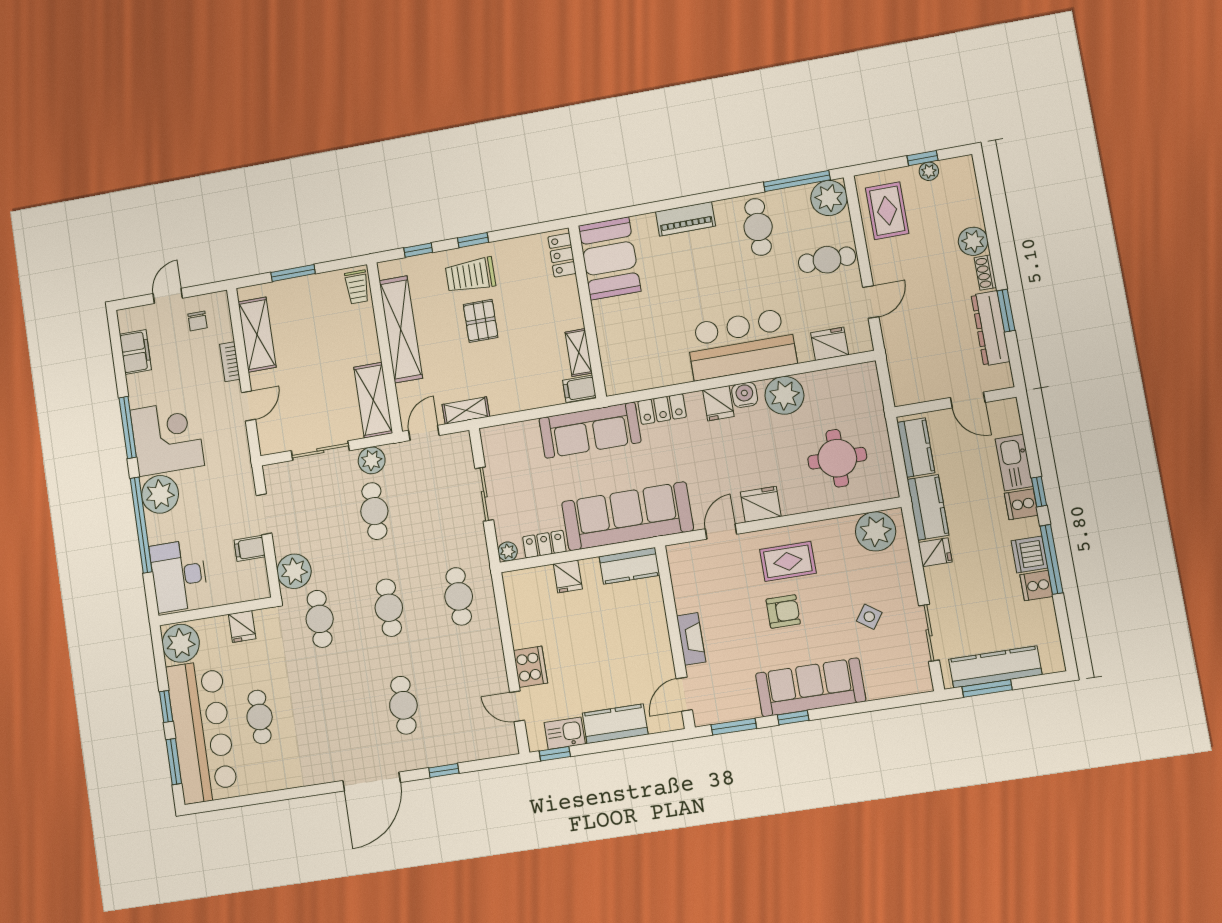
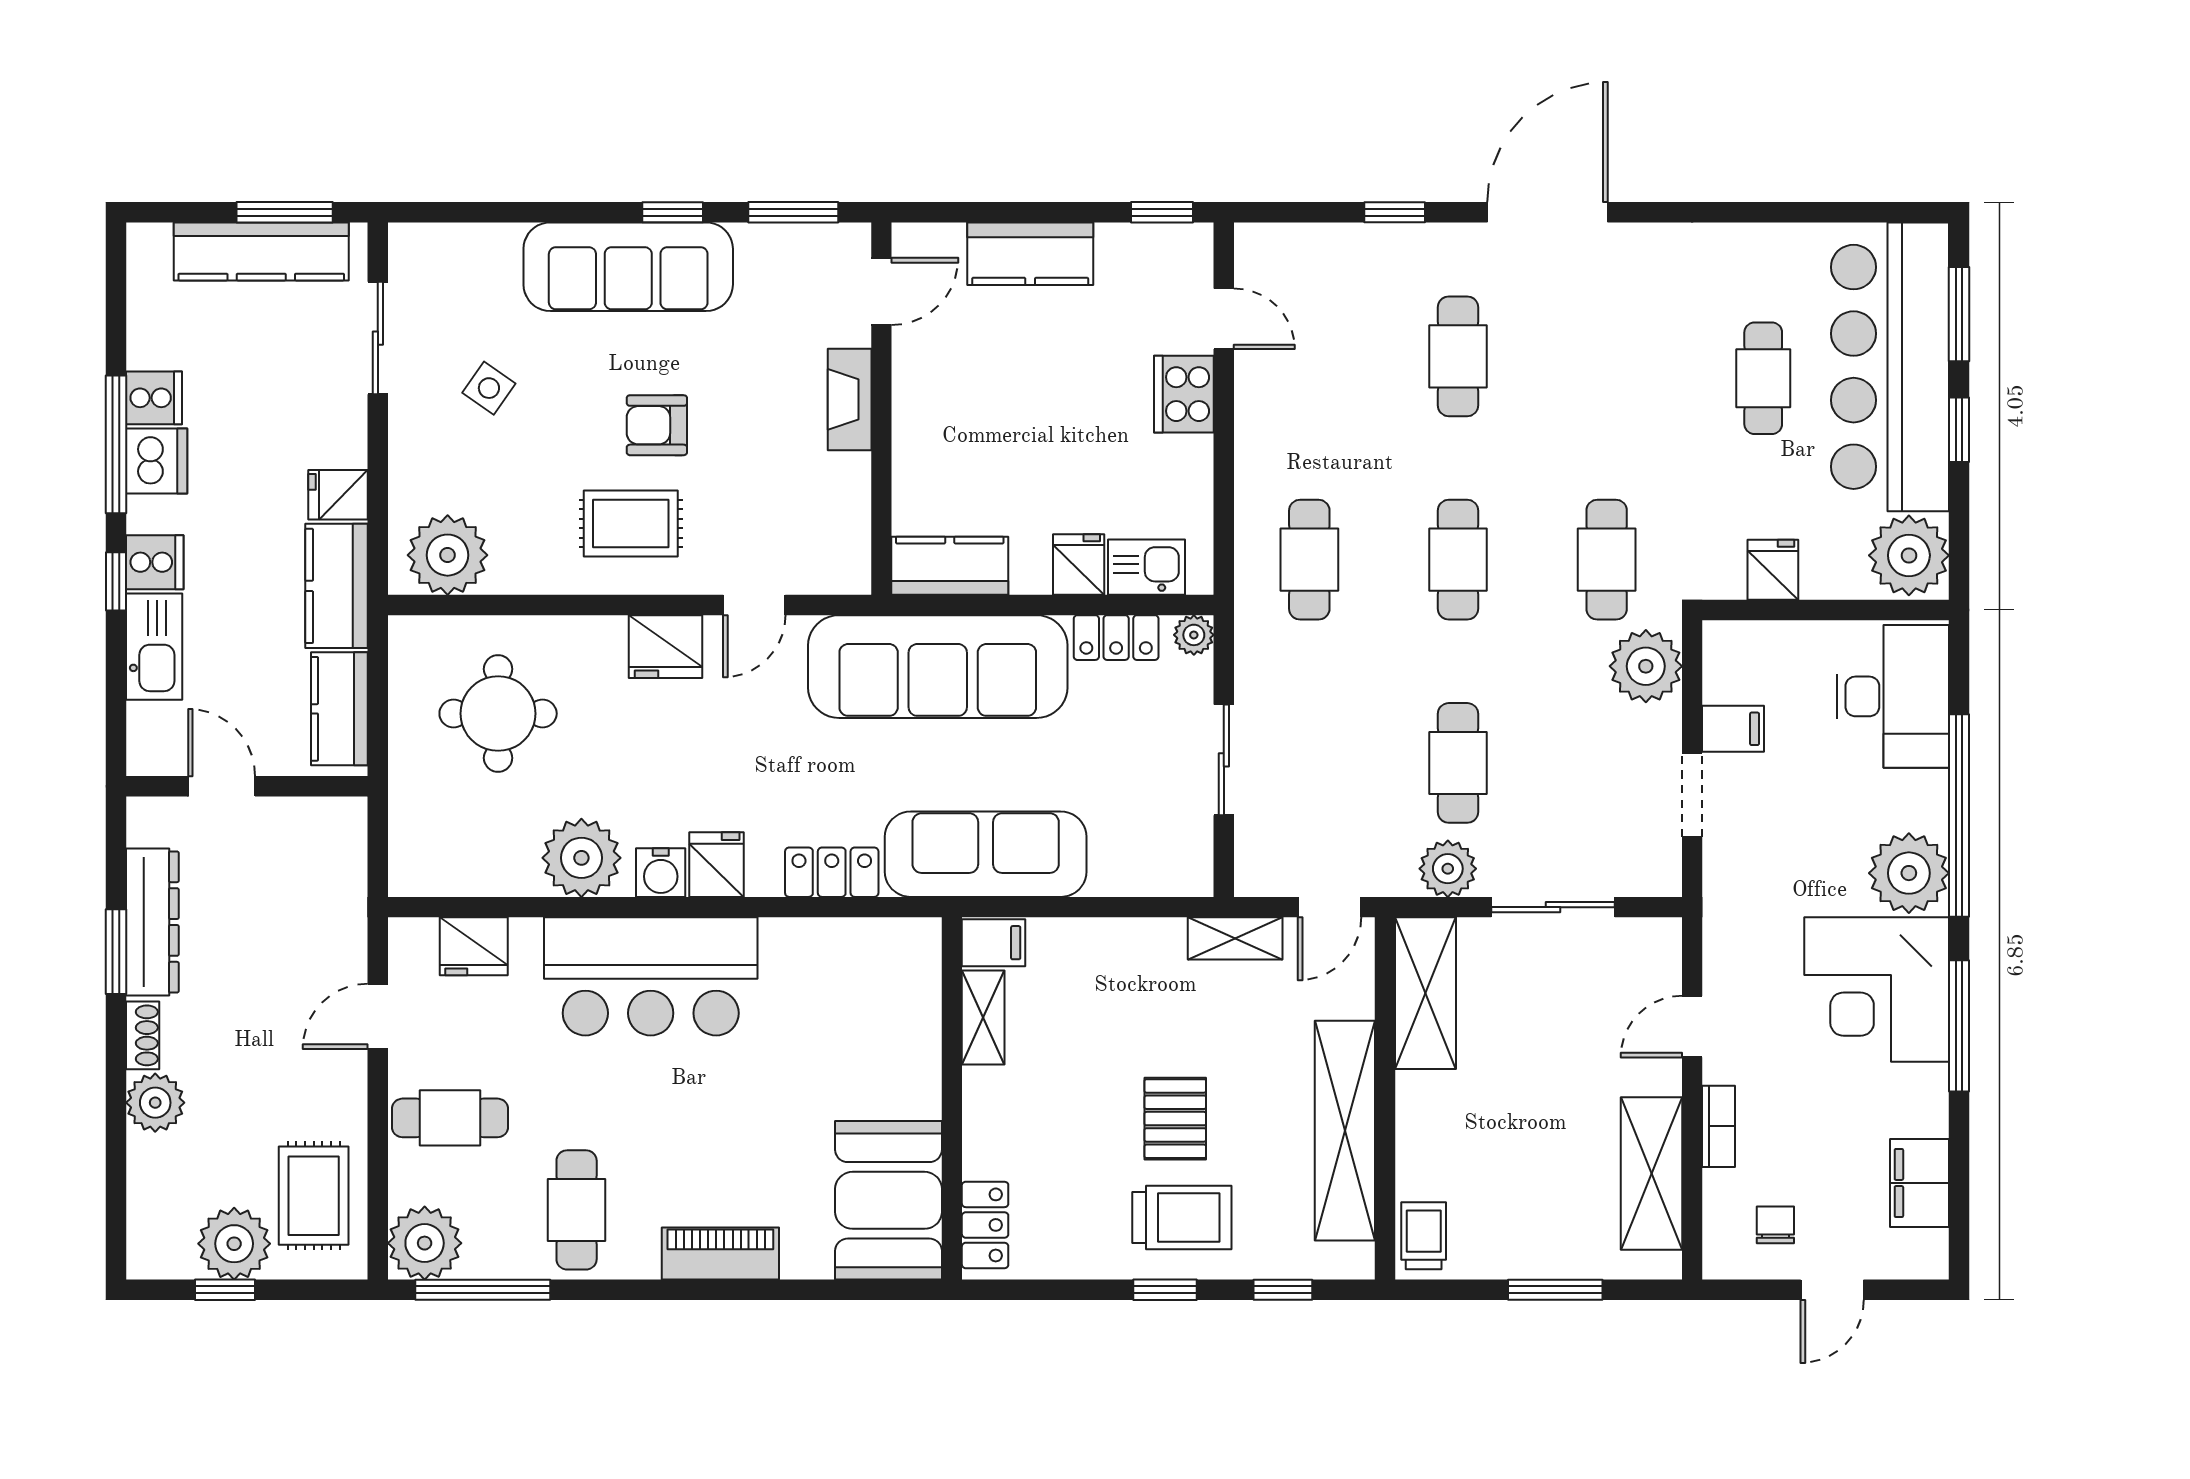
plant: (929, 171) -> (234, 1244), width x1.87, depth x1.87
kitchen sink: (565, 733) -> (1146, 567), moved, turned 180

